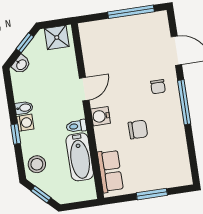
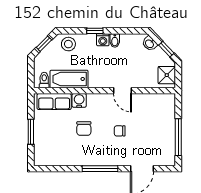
chair: (158, 87) -> (120, 131), moved
water cooler: (101, 116) -> (79, 100), moved
toilet: (76, 126) -> (44, 80), moved

